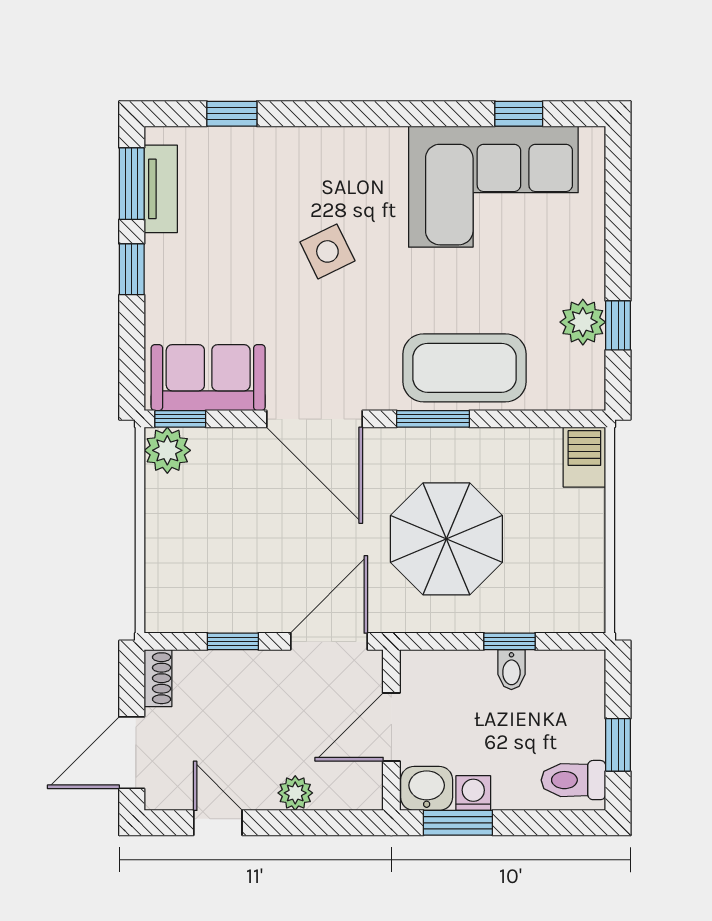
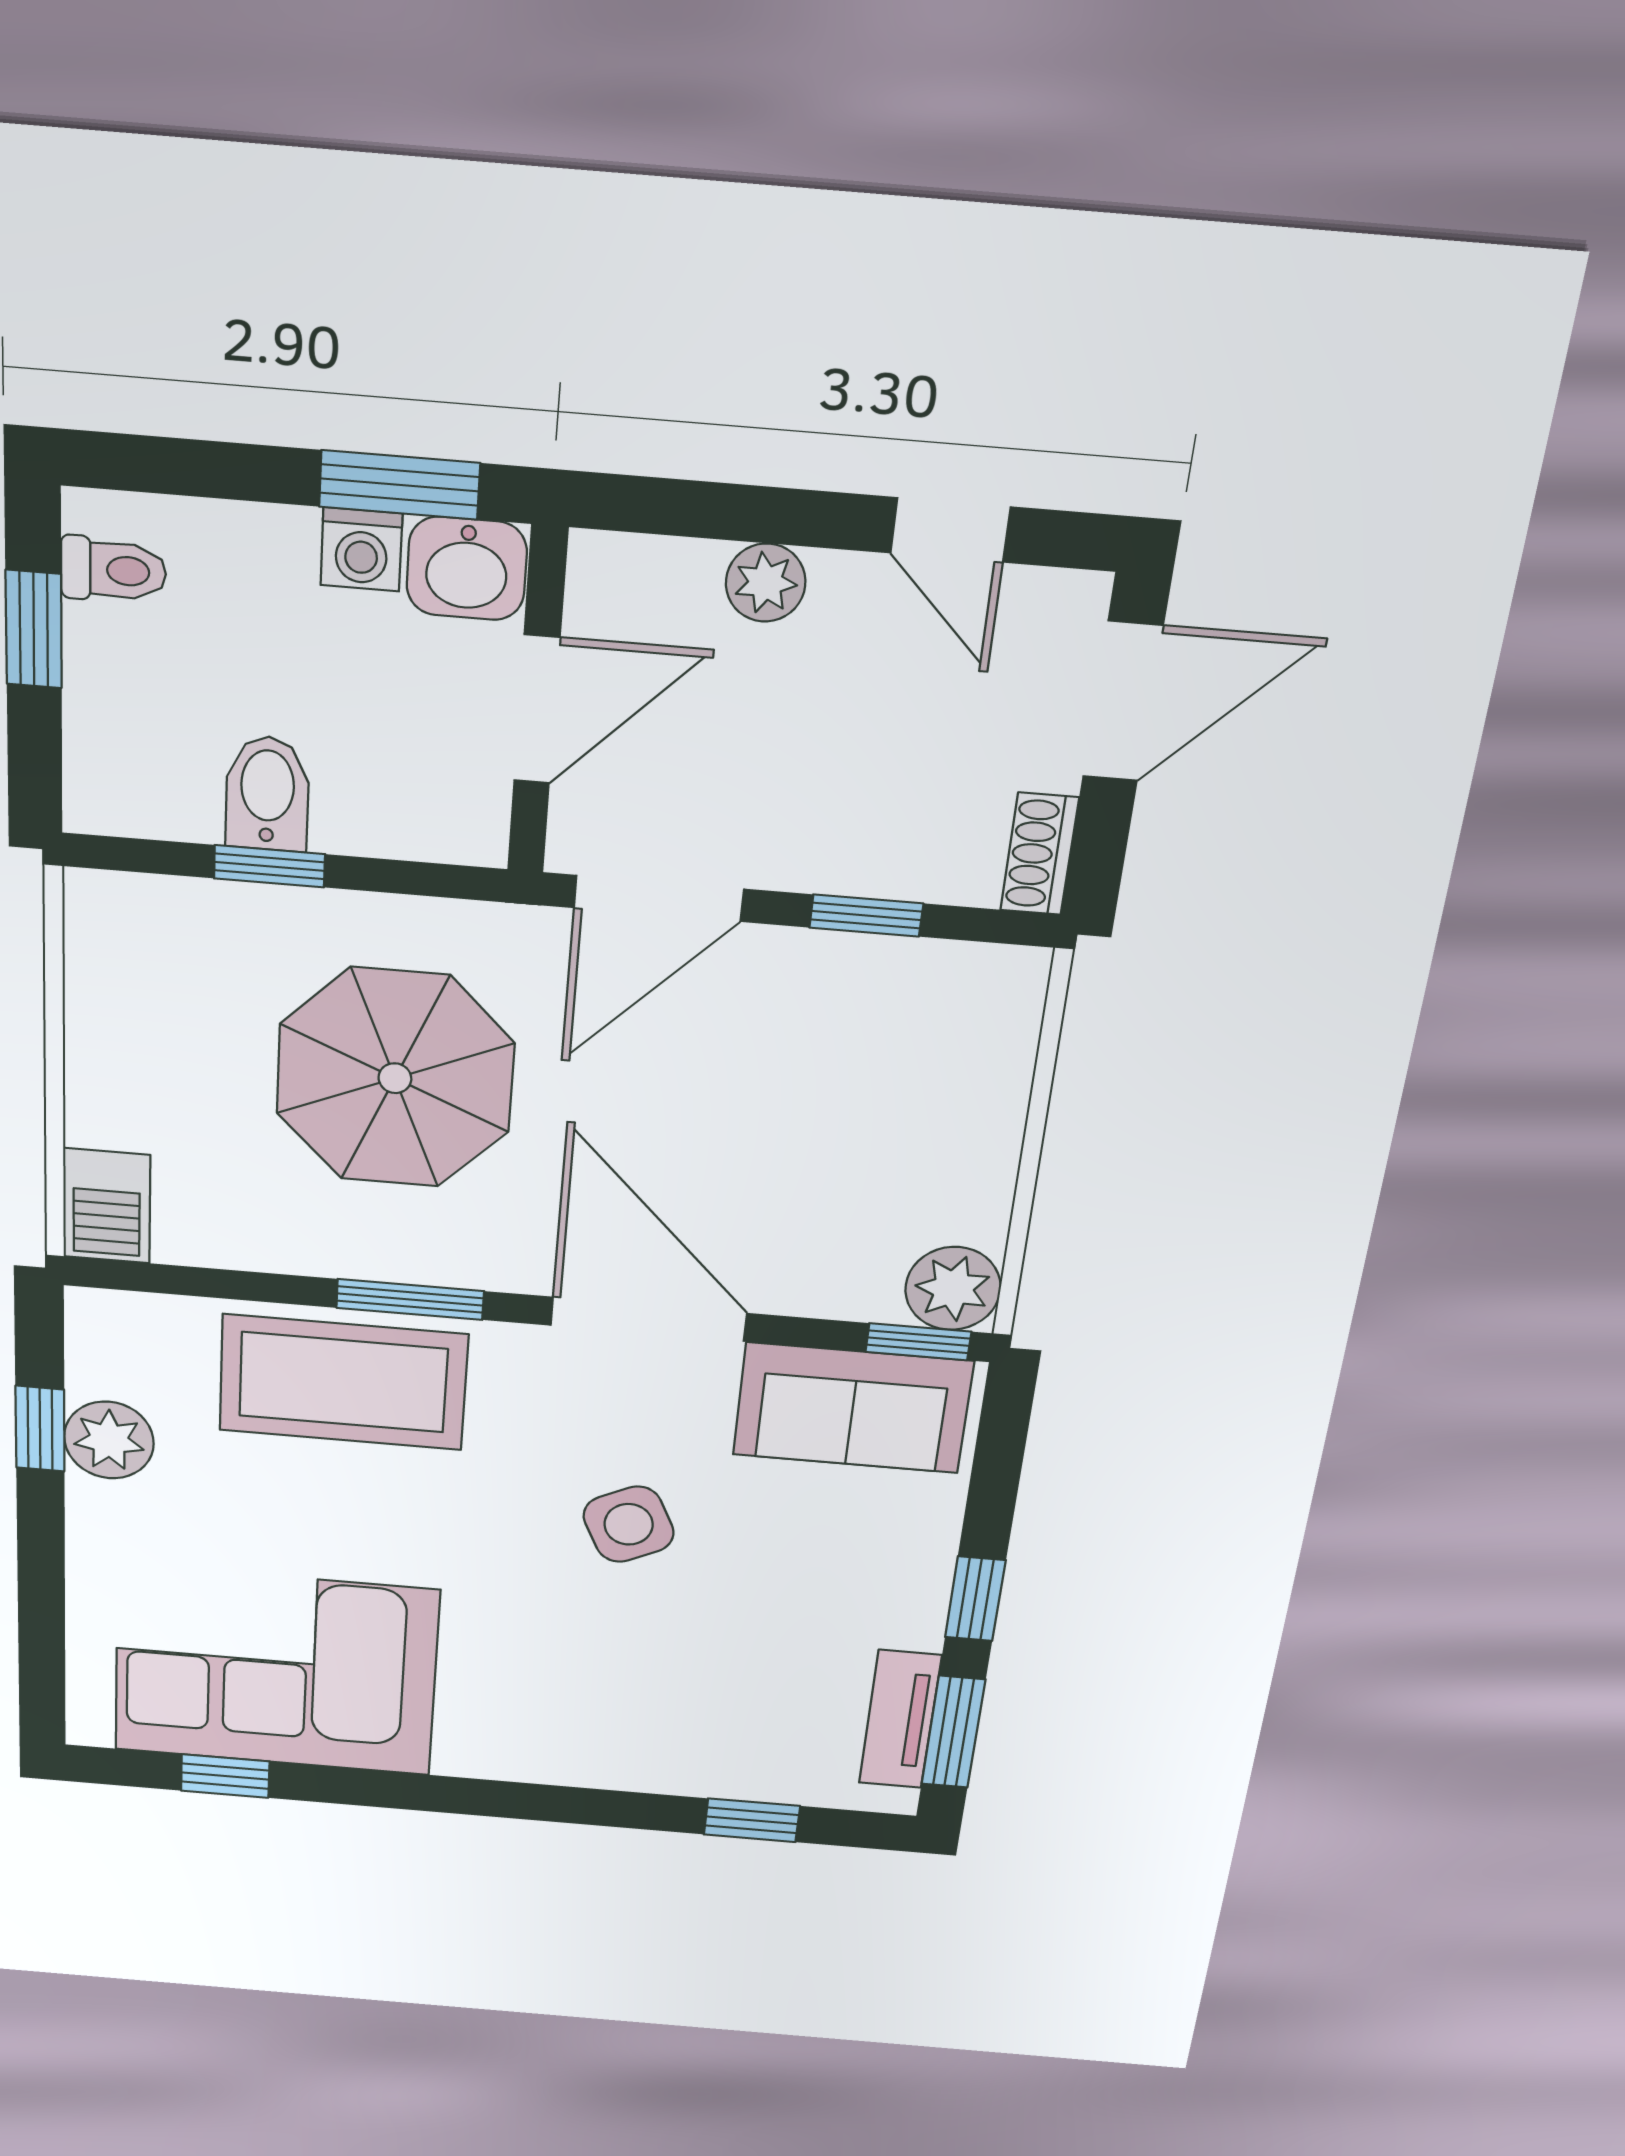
side table: (327, 251) -> (629, 1524), moved
bidet: (511, 670) -> (267, 793), width x1.38, depth x1.36
toilet: (573, 780) -> (114, 570), width x0.73, depth x0.72

